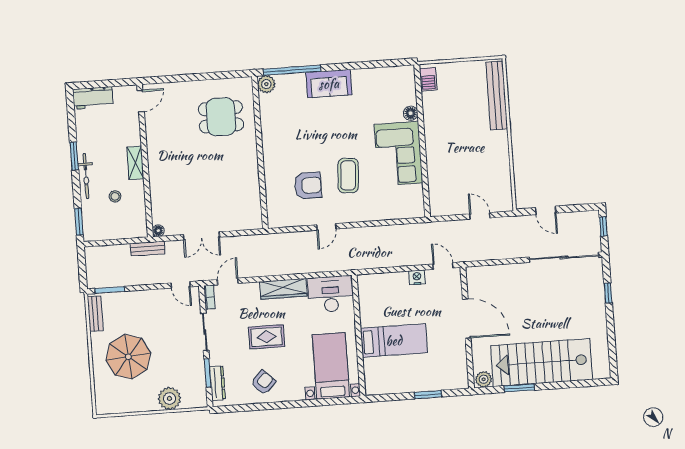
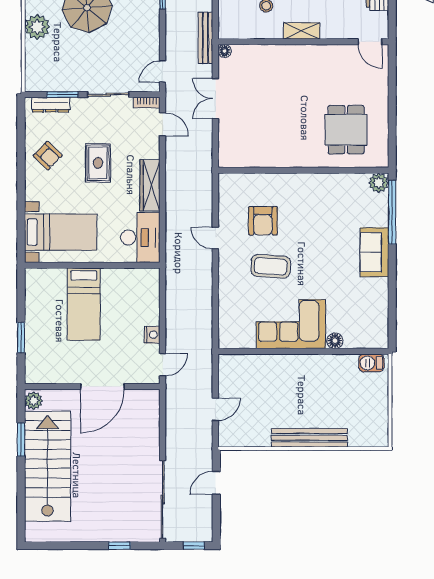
bench: (497, 96) -> (309, 438), moved
bench: (148, 249) -> (206, 38), width x1.36
plant: (169, 398) -> (37, 27), moved

